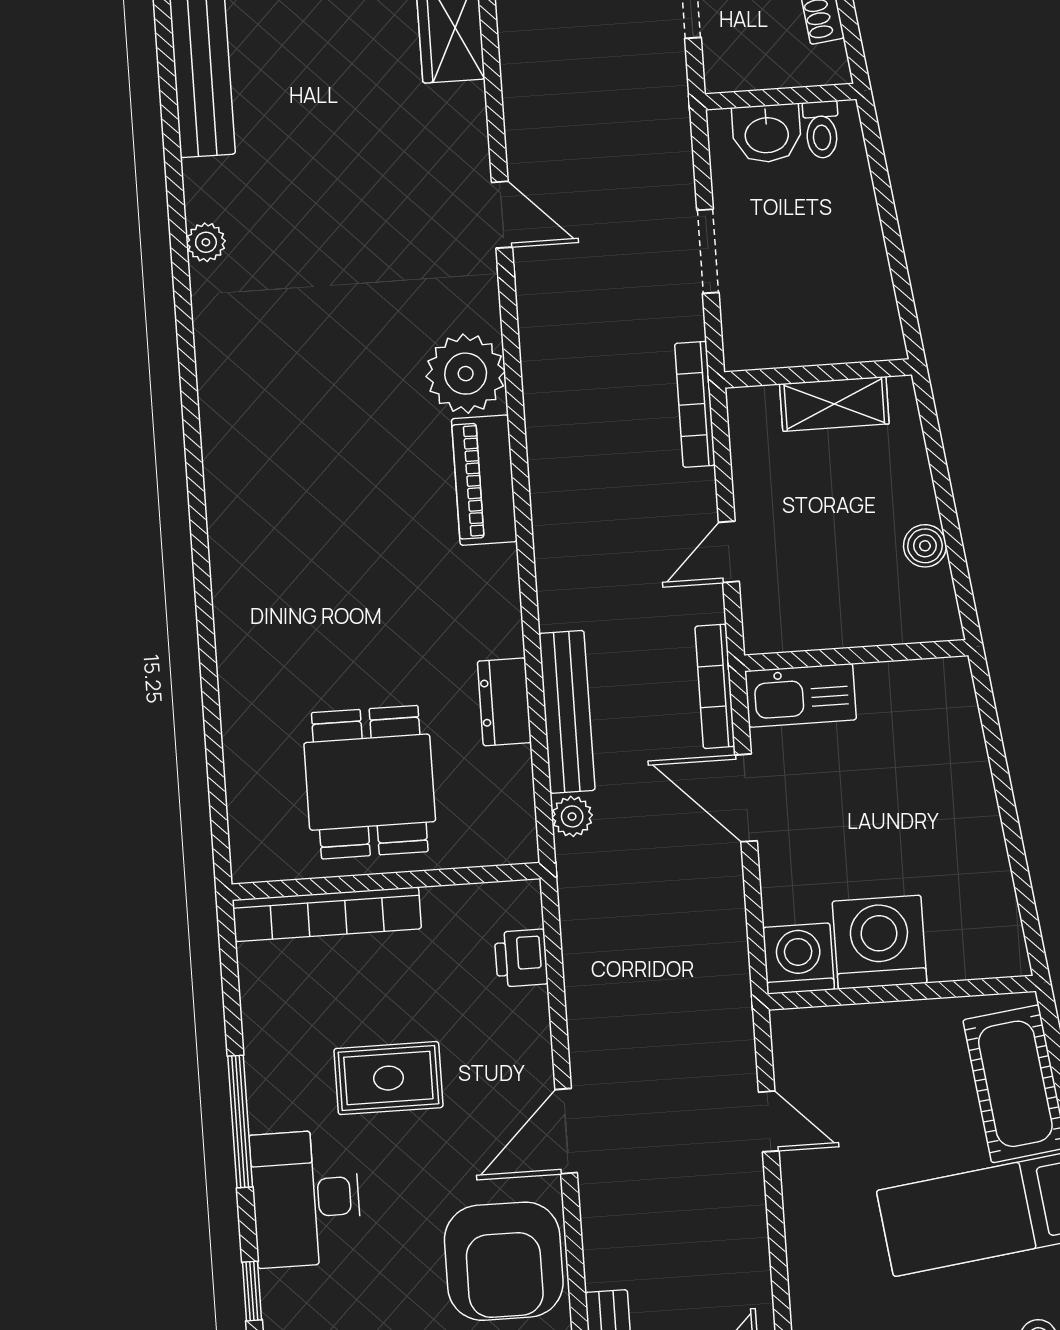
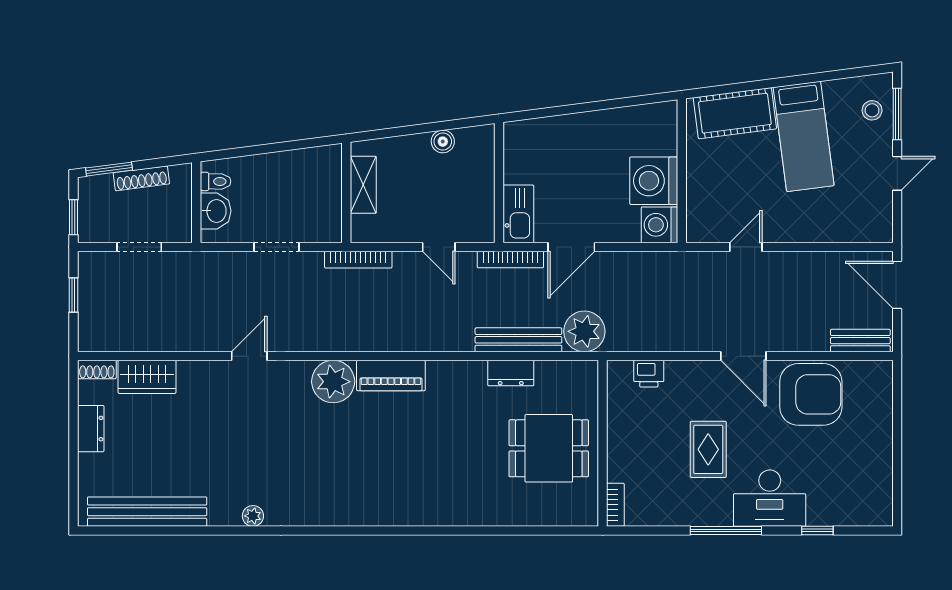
plant: (572, 816) -> (584, 331), width x1.87, depth x1.87
bookcase: (327, 914) -> (615, 505), width x0.43, depth x0.76

